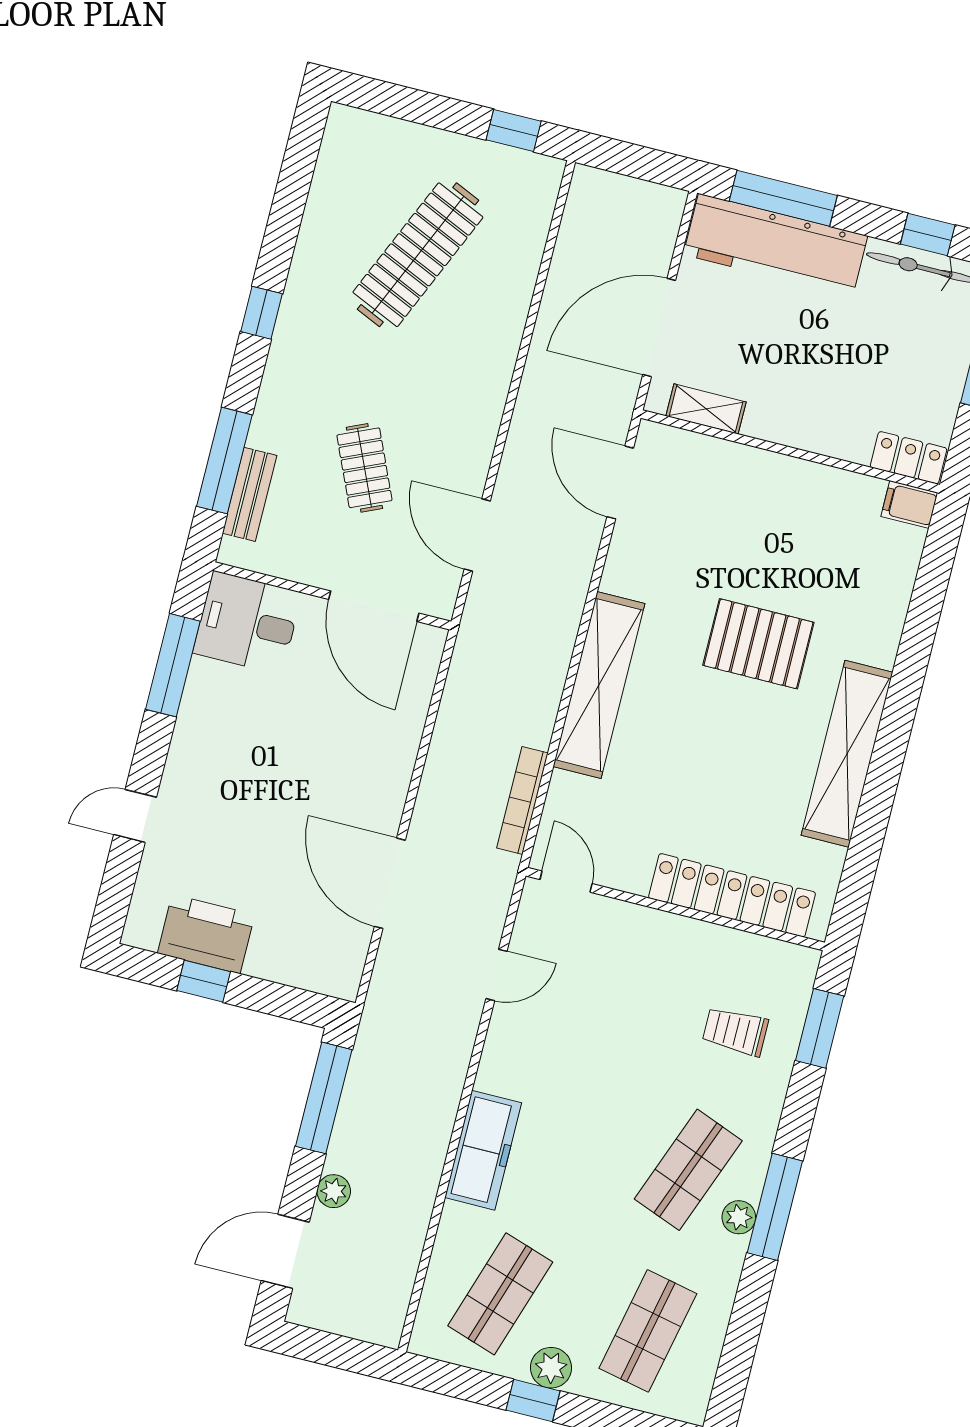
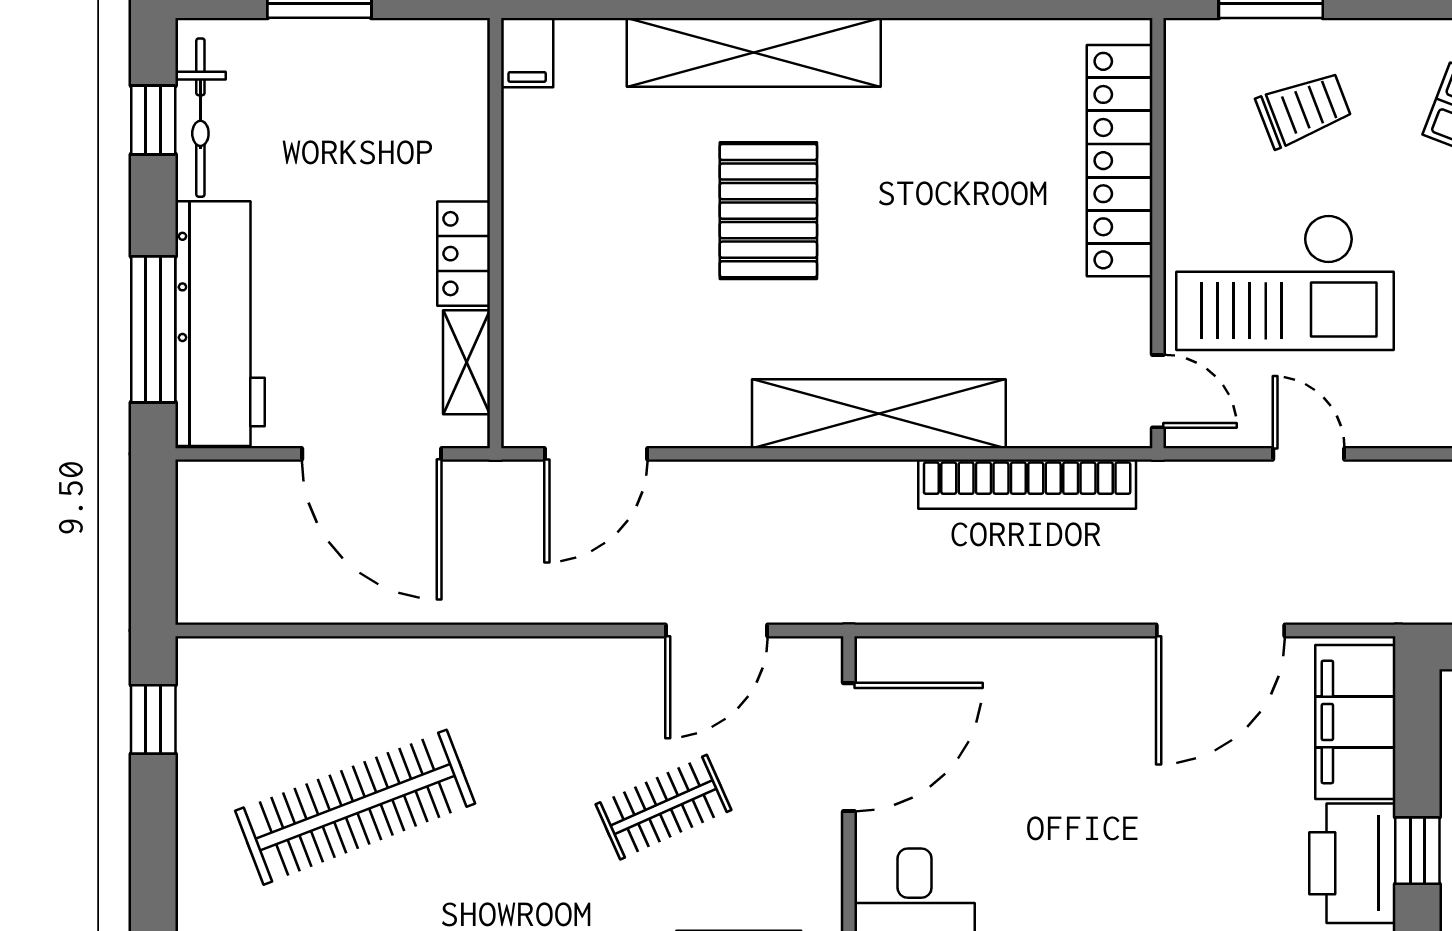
clothes rail: (418, 255) -> (355, 807), turned -45
locker: (909, 458) -> (464, 254), moved
shelving: (847, 754) -> (754, 52), moved
bookcase: (522, 801) -> (1027, 484), width x1.48, depth x1.31
door: (566, 882) -> (1158, 391), swing flipped
filing cabinet: (303, 961) -> (1355, 722), added
checkout: (619, 988) -> (1285, 282), added
trolley: (735, 1031) -> (1304, 109), turned -111

